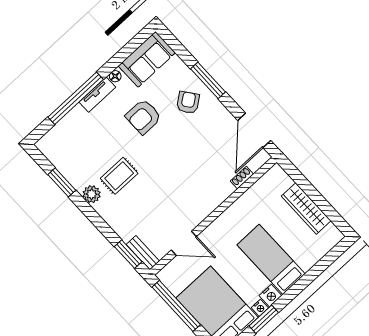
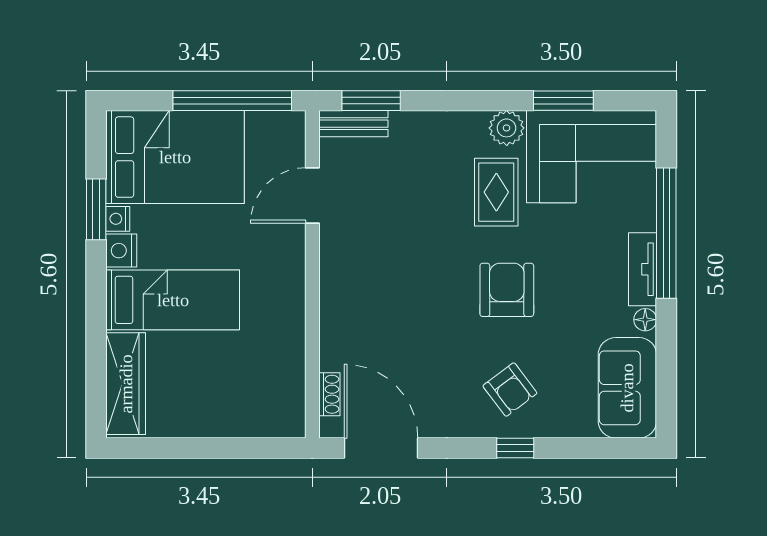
window: (208, 80) -> (515, 448), width x0.46
armchair: (143, 117) -> (507, 290), moved
corner sofa: (73, 153) -> (592, 157), added
shoe rack: (242, 178) -> (329, 394), moved
wardrobe: (306, 208) -> (126, 384), moved, turned 90

